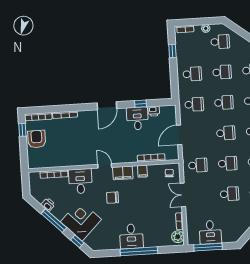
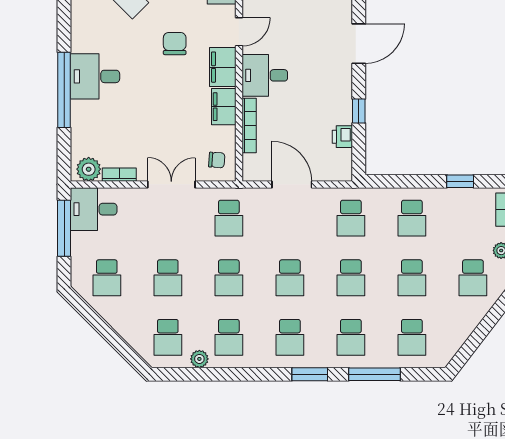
door: (107, 106) -> (359, 44), swing flipped
desk: (137, 118) -> (265, 75), moved, turned 180
filing cabinet: (142, 171) -> (224, 107), width x2.00
school desk: (231, 224) -> (107, 278), added
desk: (210, 232) -> (94, 209), moved

